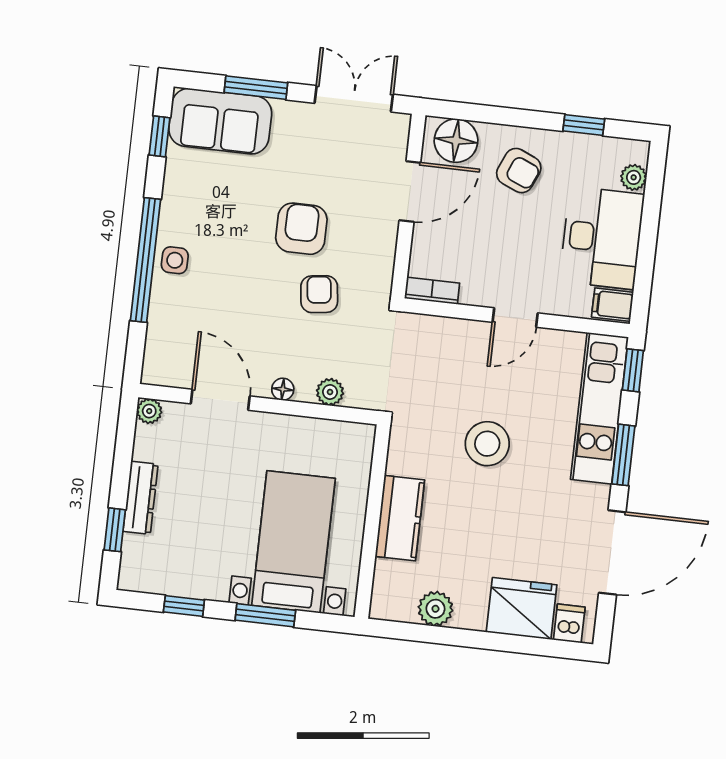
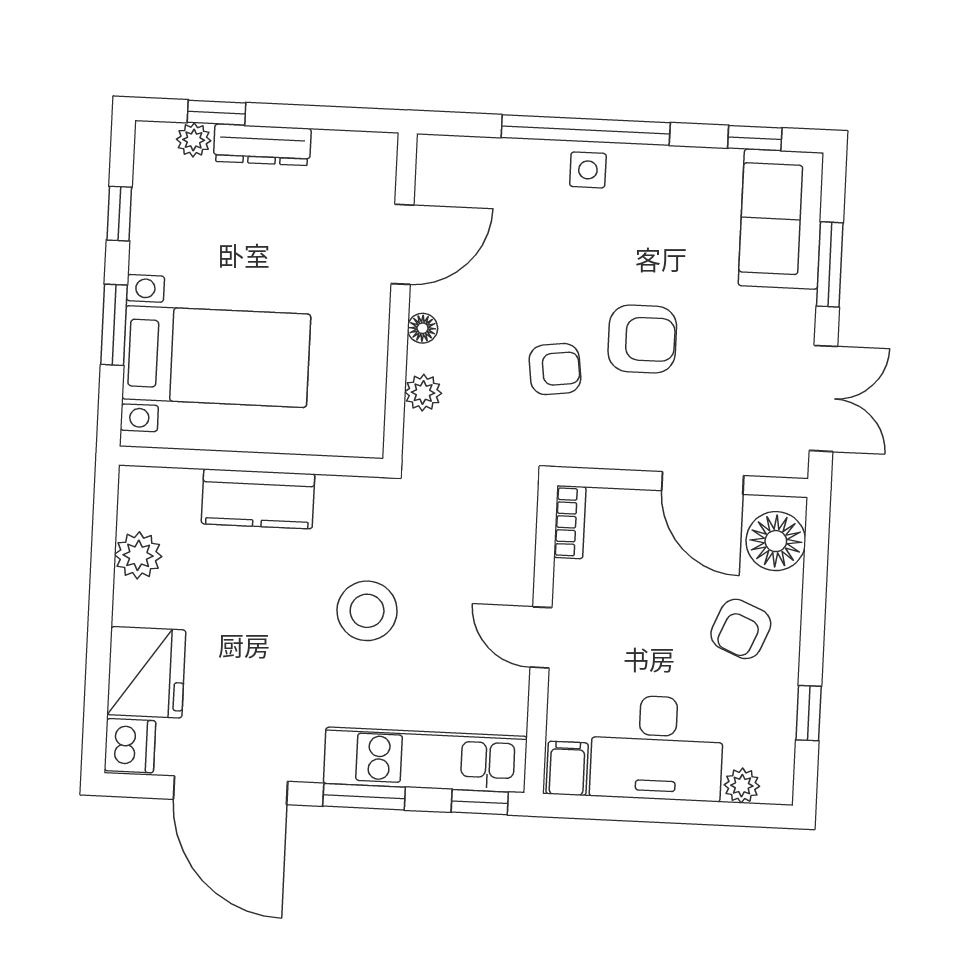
plant: (149, 411) -> (194, 140), moved
dishwasher: (569, 623) -> (130, 746), width x1.38

